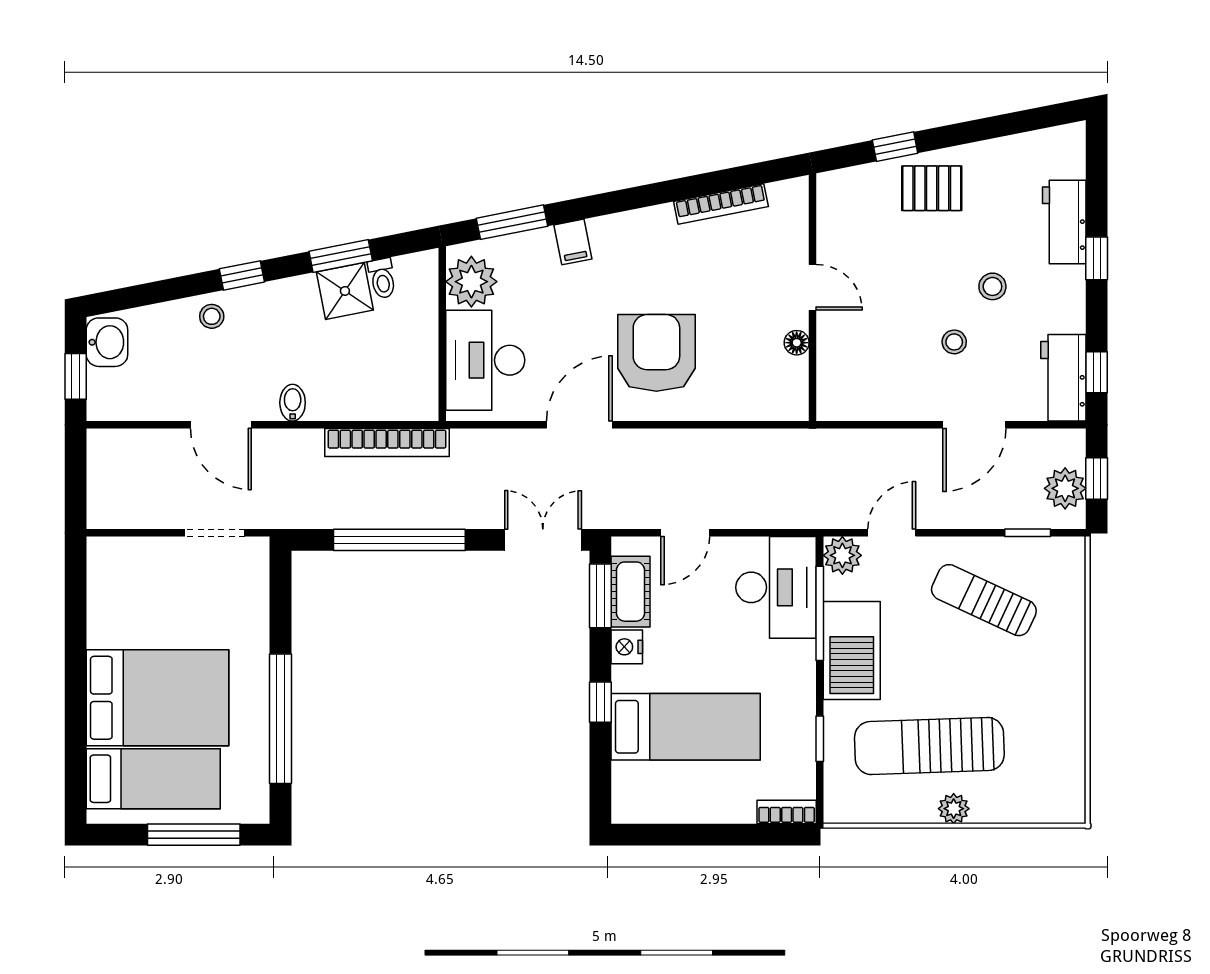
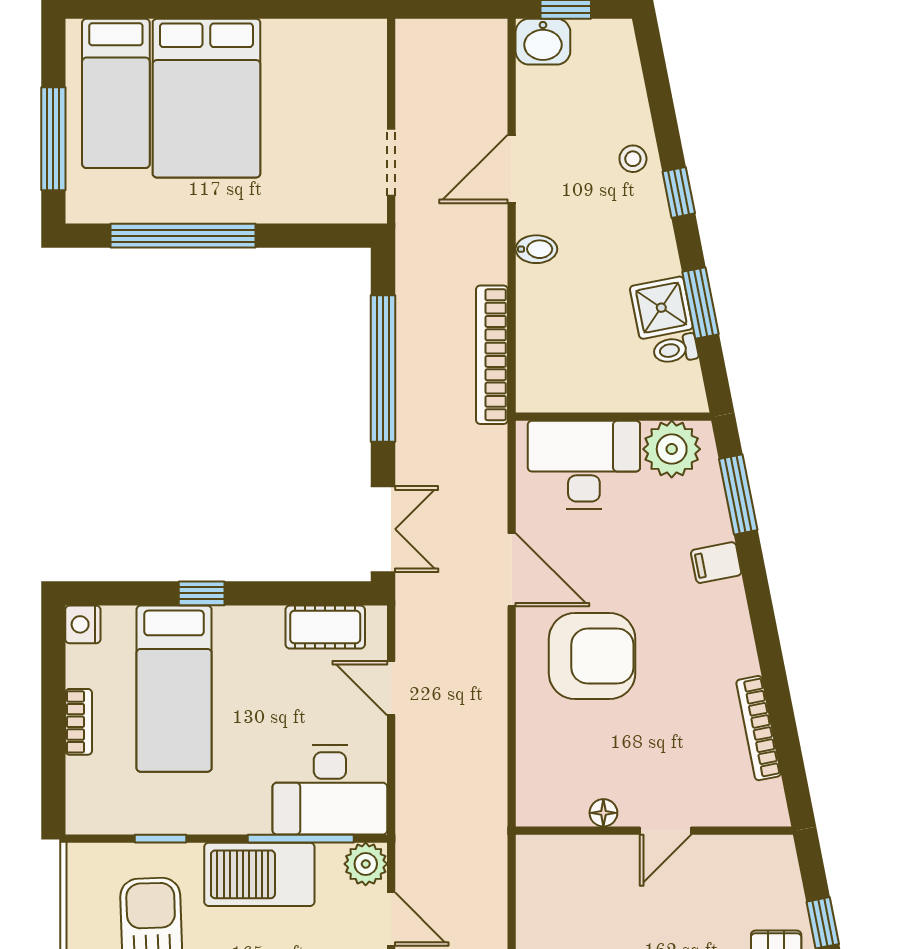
washbasin: (107, 342) -> (543, 42), moved
window: (600, 596) -> (320, 593), removed
nightstand: (627, 647) -> (83, 624), moved, turned -90
bookcase: (787, 812) -> (79, 722), moved

